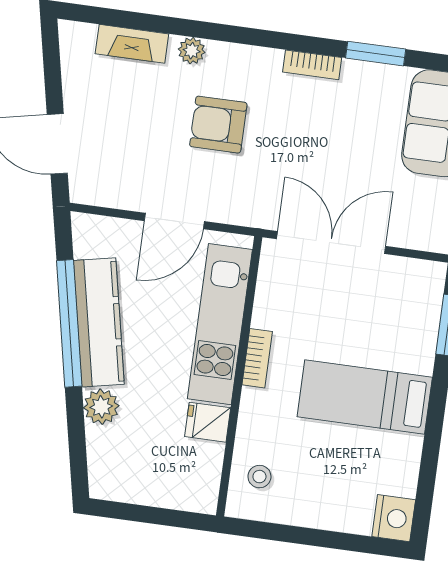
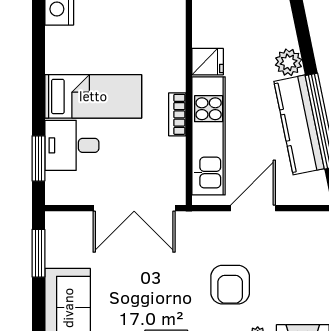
armchair: (218, 125) -> (230, 285), turned 90
desk: (402, 336) -> (72, 145), added
stool: (259, 477) -> (163, 26), removed

